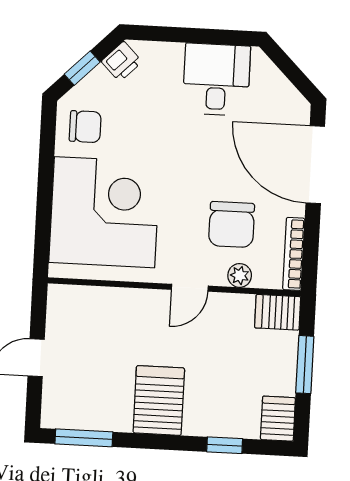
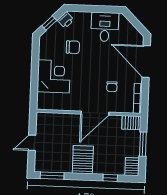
chair: (85, 127) -> (73, 47), moved
corner desk: (104, 212) -> (54, 76), width x0.74, depth x0.74
chair: (232, 225) -> (112, 87), width x0.54, depth x0.54
plant: (240, 275) -> (115, 108), removed
door: (190, 288) -> (95, 113), width x1.88

